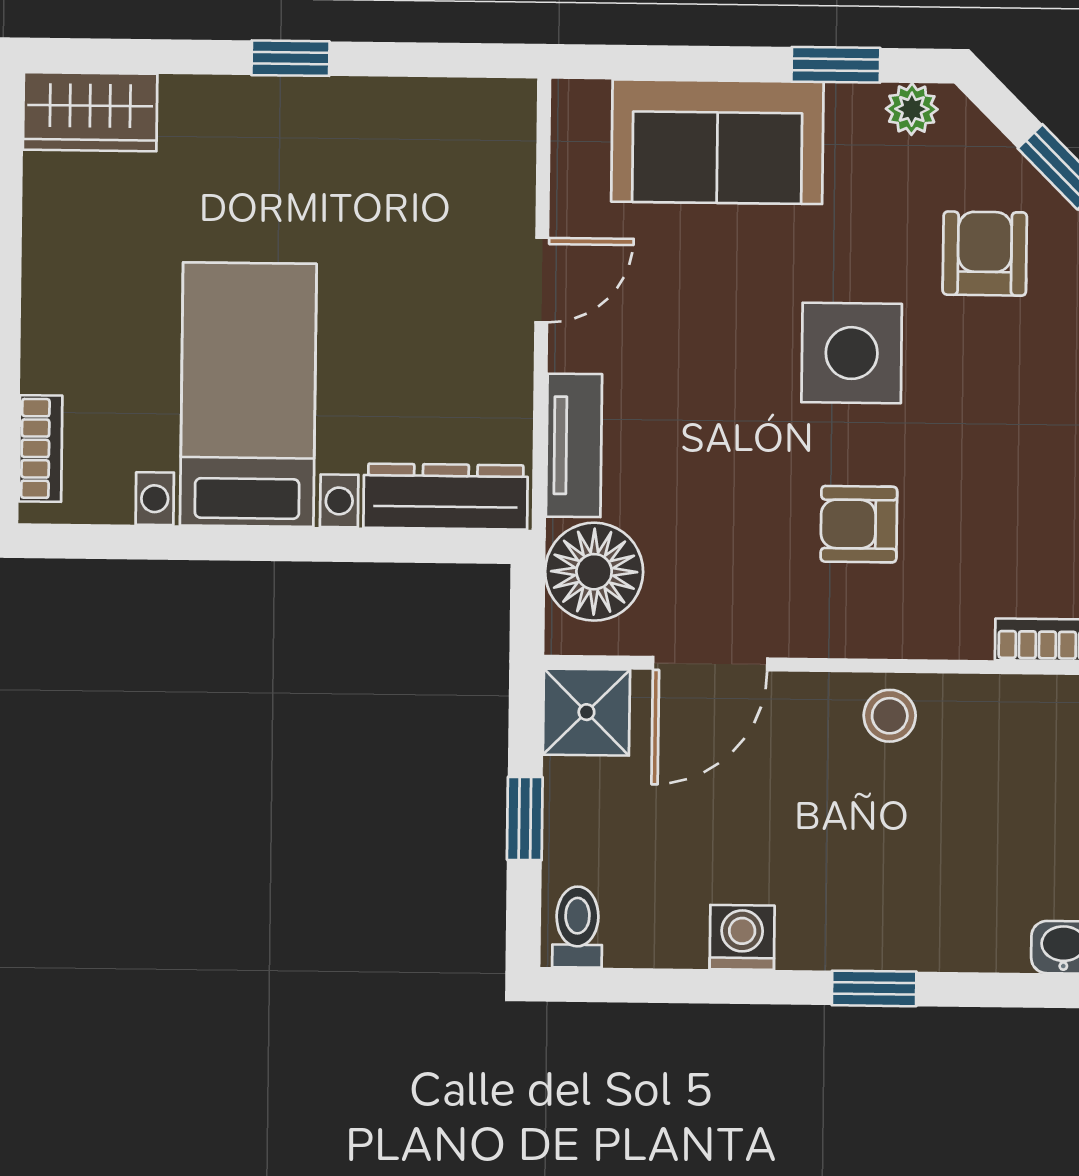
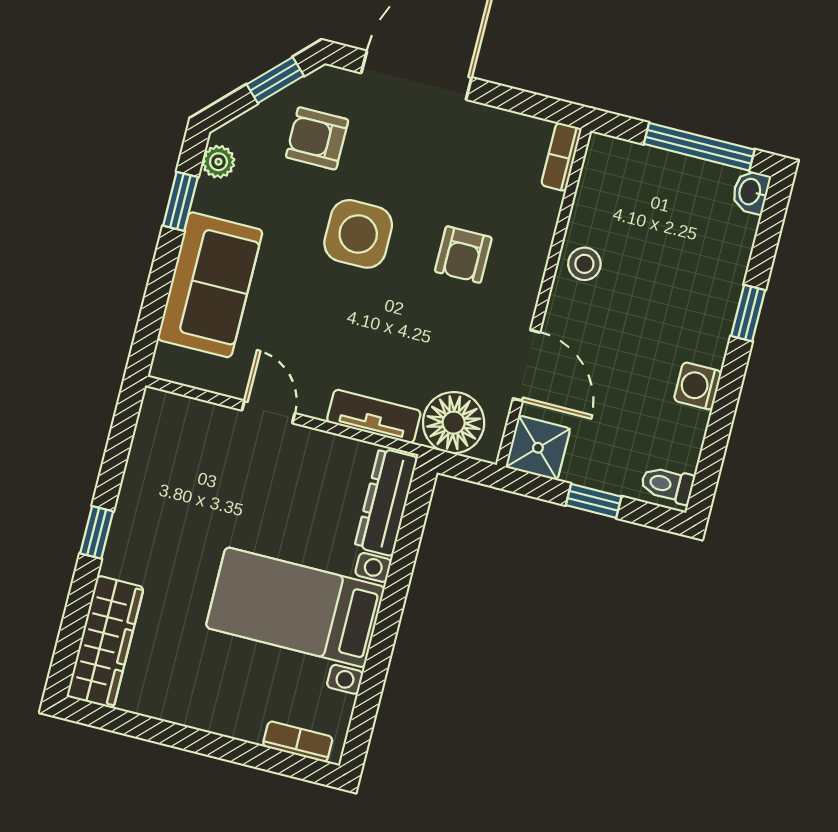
wardrobe: (90, 112) -> (105, 642), width x1.50

